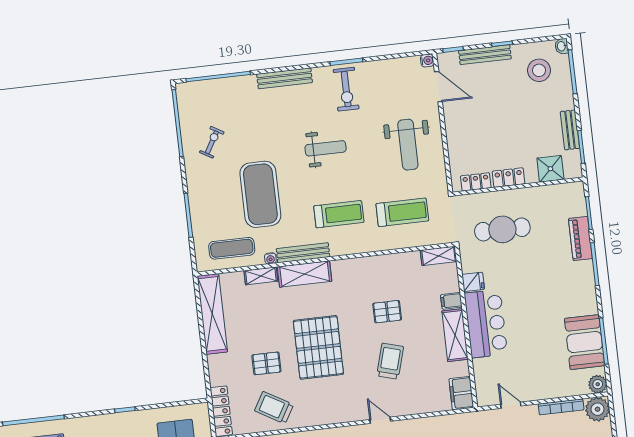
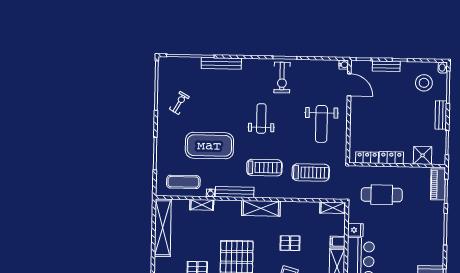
bench: (485, 55) -> (386, 66), width x0.73
bench: (285, 78) -> (221, 63), moved
bench: (570, 130) -> (441, 115), moved
weight bench: (326, 148) -> (261, 119), turned -90
exercise mat: (260, 194) -> (209, 145), turned 90
piano: (580, 238) -> (438, 184), moved
shelving: (305, 274) -> (261, 208), moved

